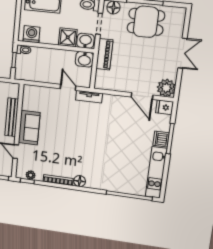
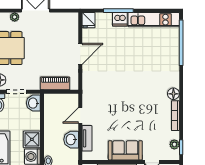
shower: (68, 37) -> (32, 139), moved
piano: (104, 54) -> (55, 83), moved
washbasin: (84, 59) -> (71, 140), moved, turned 180
plant: (166, 88) -> (15, 17), moved, width x0.53, depth x0.53
door: (142, 96) -> (80, 54), moved
tv unit: (89, 97) -> (87, 138), moved

